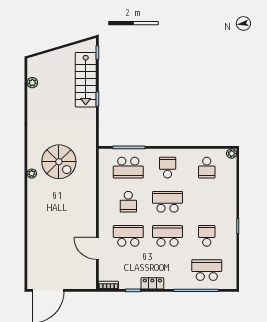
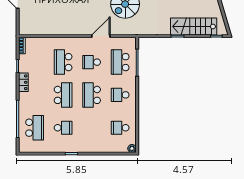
school desk: (168, 168) -> (120, 95), turned 180
school desk: (168, 202) -> (92, 95), turned 180
school desk: (128, 236) -> (63, 62), turned 180
door: (97, 248) -> (101, 36), moved

